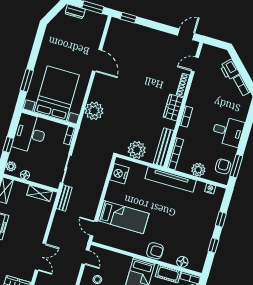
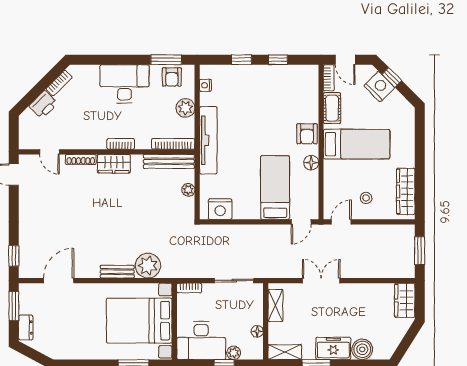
door: (97, 60) -> (59, 281), moved
desk: (228, 131) -> (124, 84), width x1.37
plant: (137, 150) -> (188, 190), width x0.53, depth x0.53
plant: (11, 166) -> (234, 353), moved
armchair: (223, 166) -> (172, 77), turned -90
bench: (64, 198) -> (117, 272), moved
armchair: (155, 251) -> (307, 134), turned 180
double door: (40, 257) -> (321, 281), moved
floor lamp: (182, 262) -> (311, 163), moved

